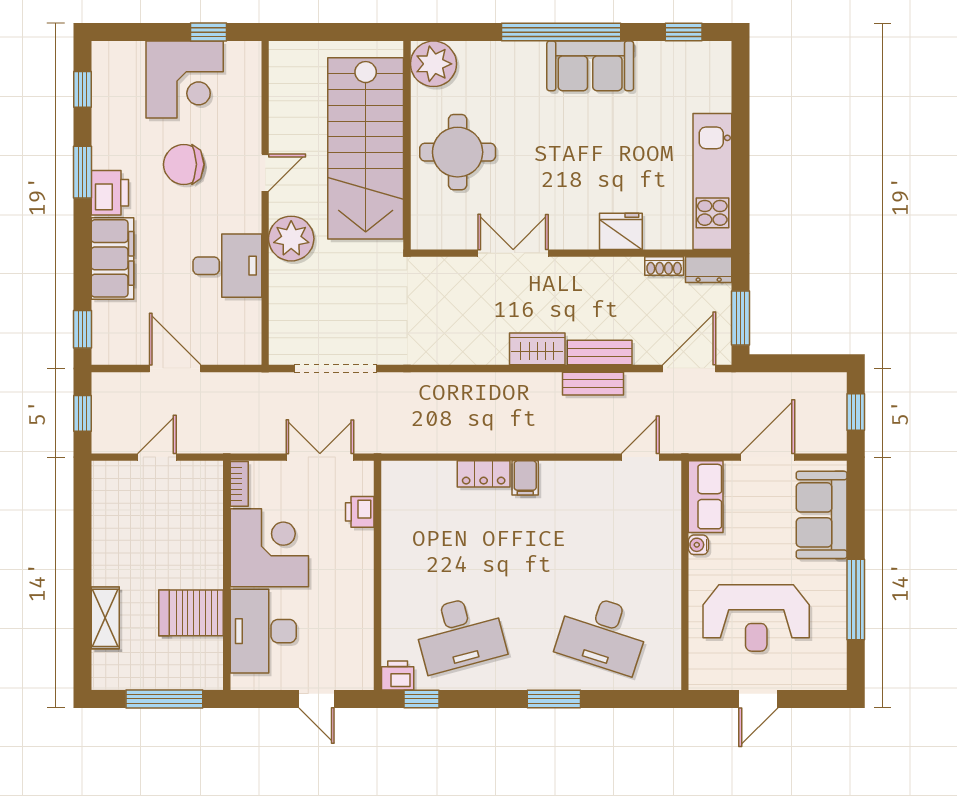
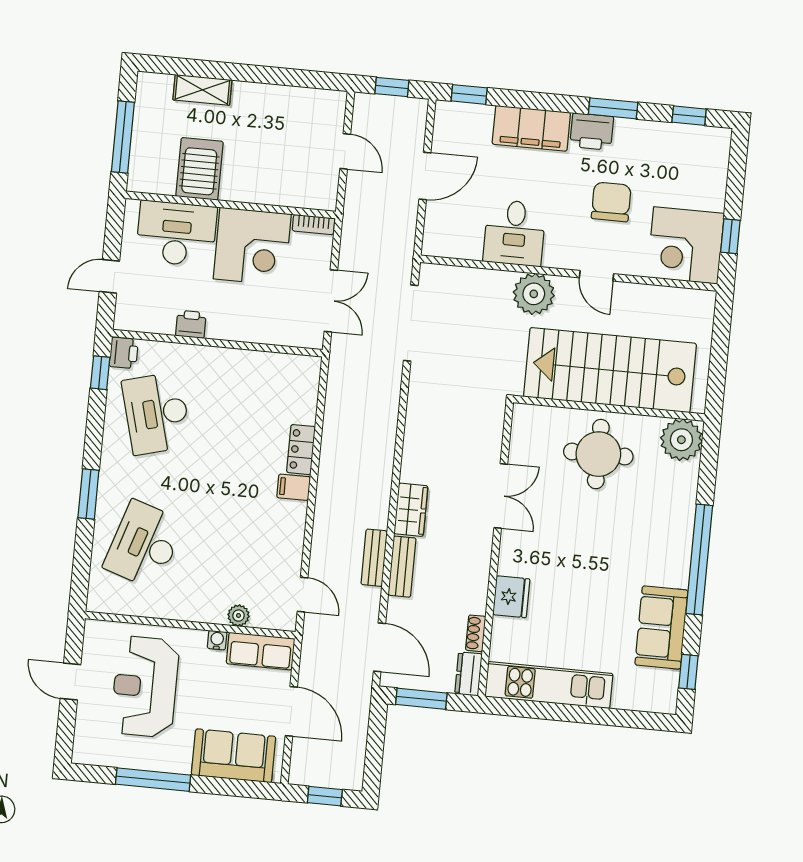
sofa: (590, 66) -> (661, 628), moved
corner desk: (185, 80) -> (686, 245), moved
printer: (360, 512) -> (191, 324), moved
plant: (670, 524) -> (238, 616), added

